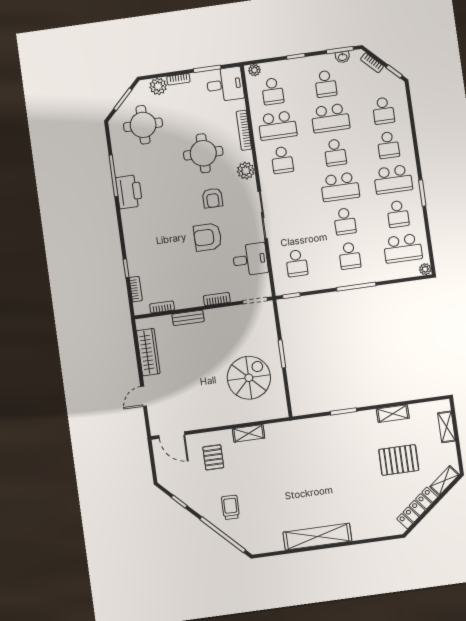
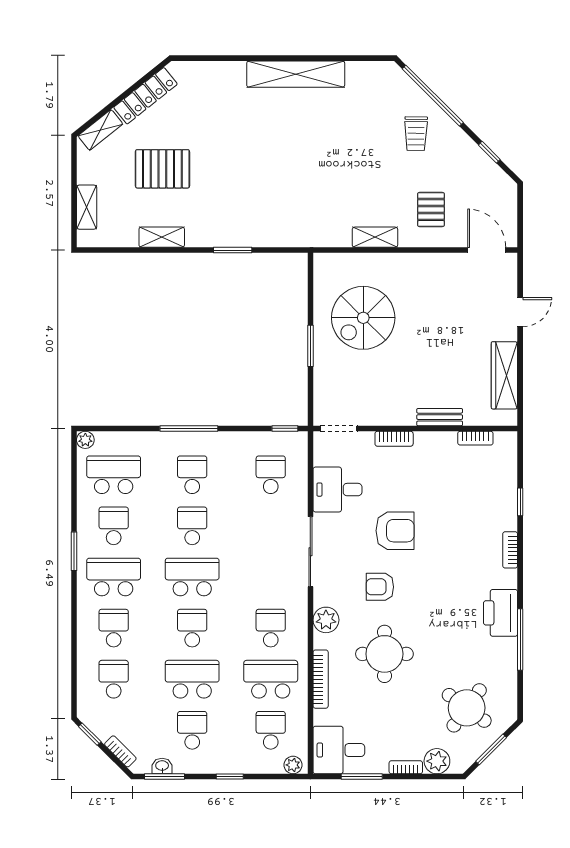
round table: (143, 125) -> (467, 708), turned 36
armchair: (213, 198) -> (380, 587), turned -90
bookcase: (136, 289) -> (510, 550), moved

